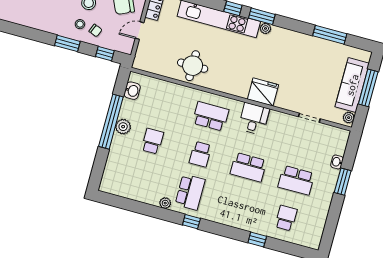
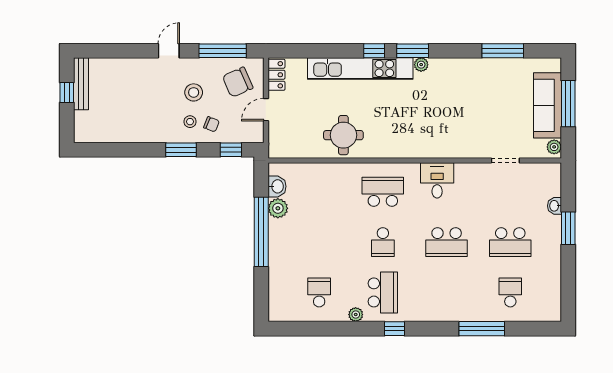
fridge: (263, 92) -> (439, 144), removed
plant: (123, 127) -> (278, 208), moved
school desk: (152, 141) -> (319, 292), moved
window: (257, 239) -> (482, 329), width x2.17

